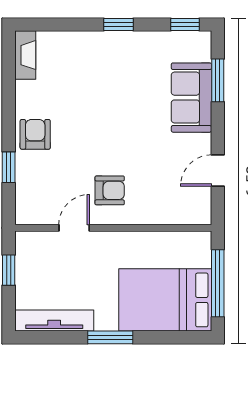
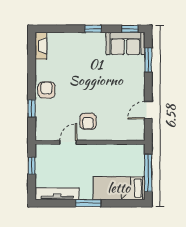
sofa: (191, 98) -> (125, 43), moved, turned -90
armchair: (110, 190) -> (88, 121), turned 90
bed: (165, 300) -> (119, 188), width x0.67

